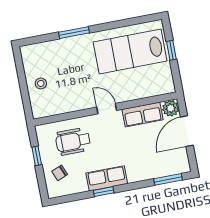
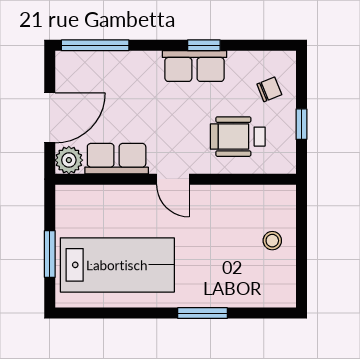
window: (171, 50) -> (50, 254), width x1.50
wheelchair: (73, 141) -> (238, 137), turned 180
window: (168, 179) -> (95, 45), width x1.44

